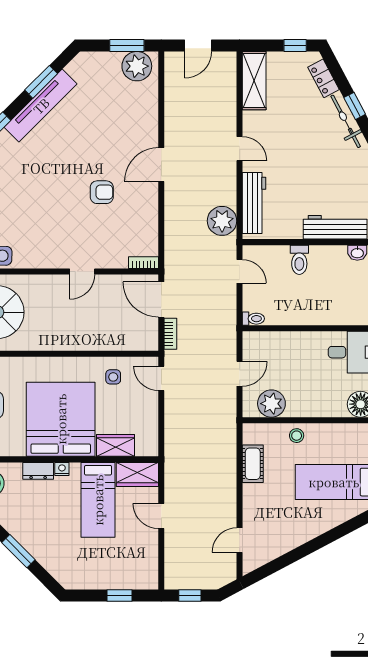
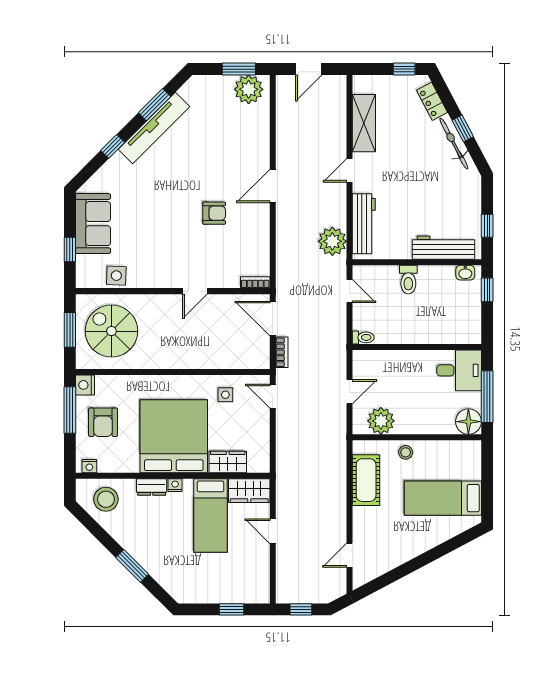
shelving: (254, 81) -> (364, 123), moved
door: (240, 149) -> (350, 170), swing flipped
cot: (253, 464) -> (366, 480), width x1.37, depth x1.34

